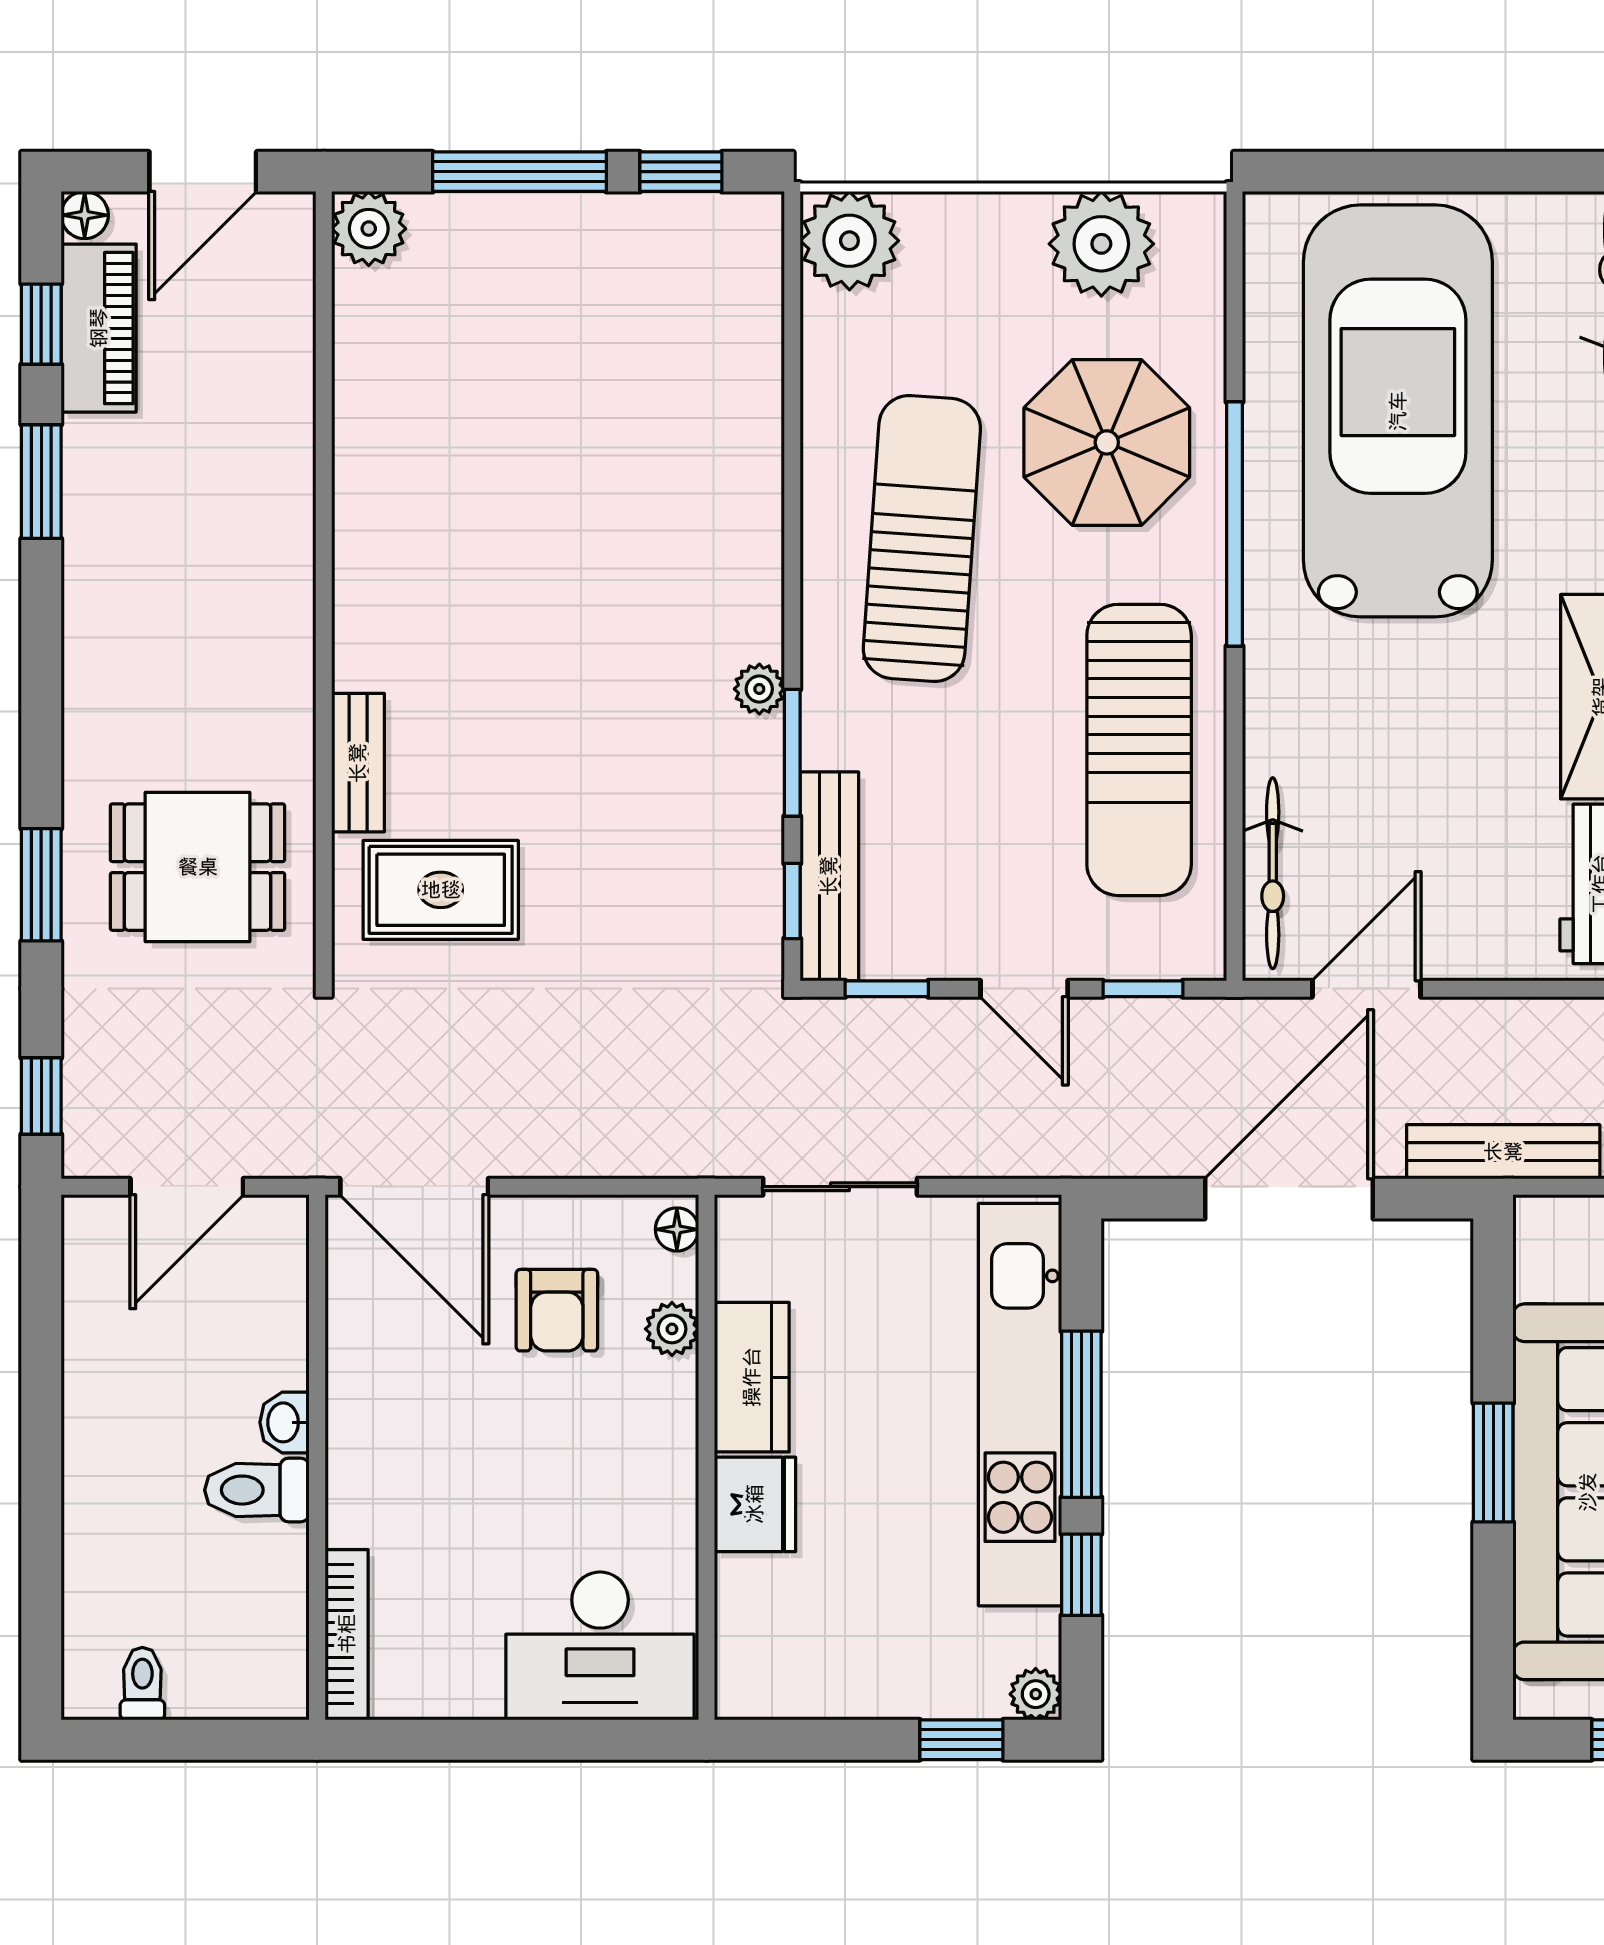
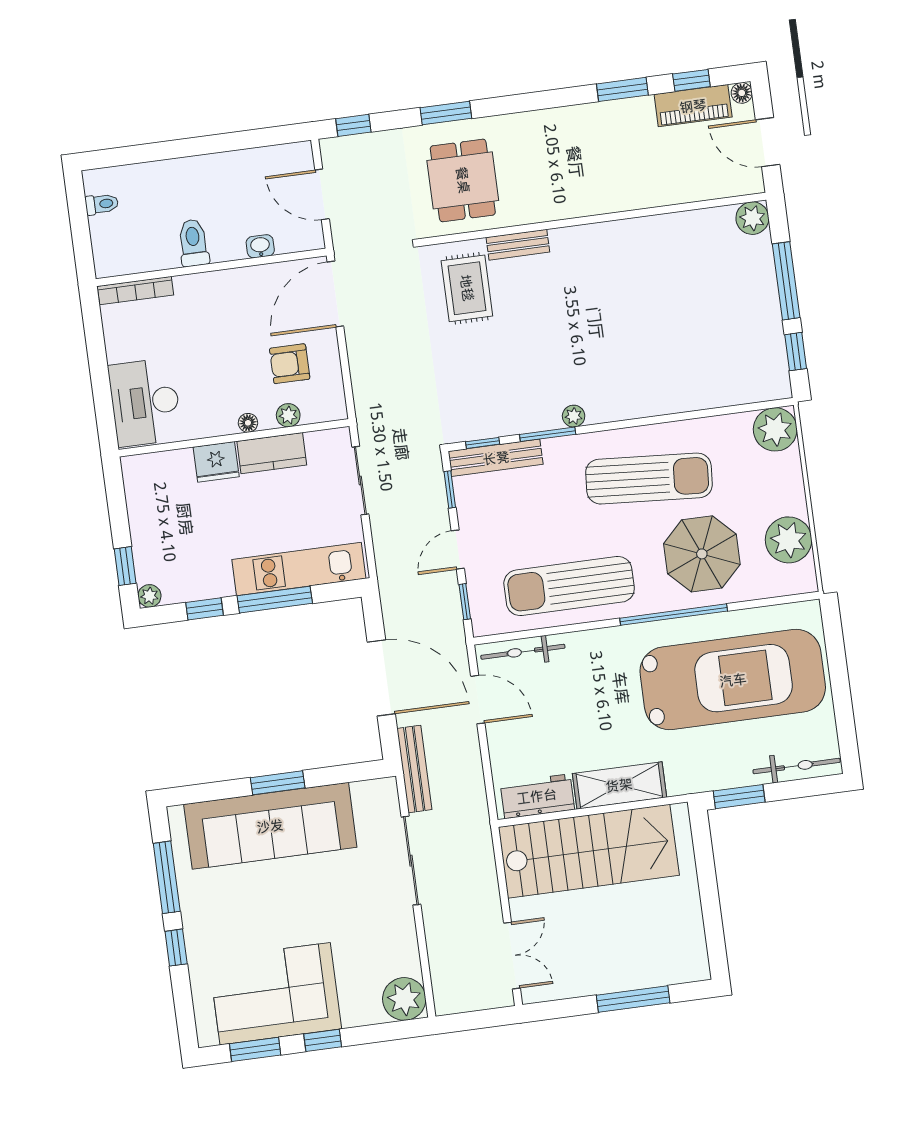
floor lamp: (677, 1229) -> (248, 423), moved
kitchen unit: (1020, 1405) -> (299, 569), width x0.73
washbasin: (285, 1422) -> (260, 246), moved

